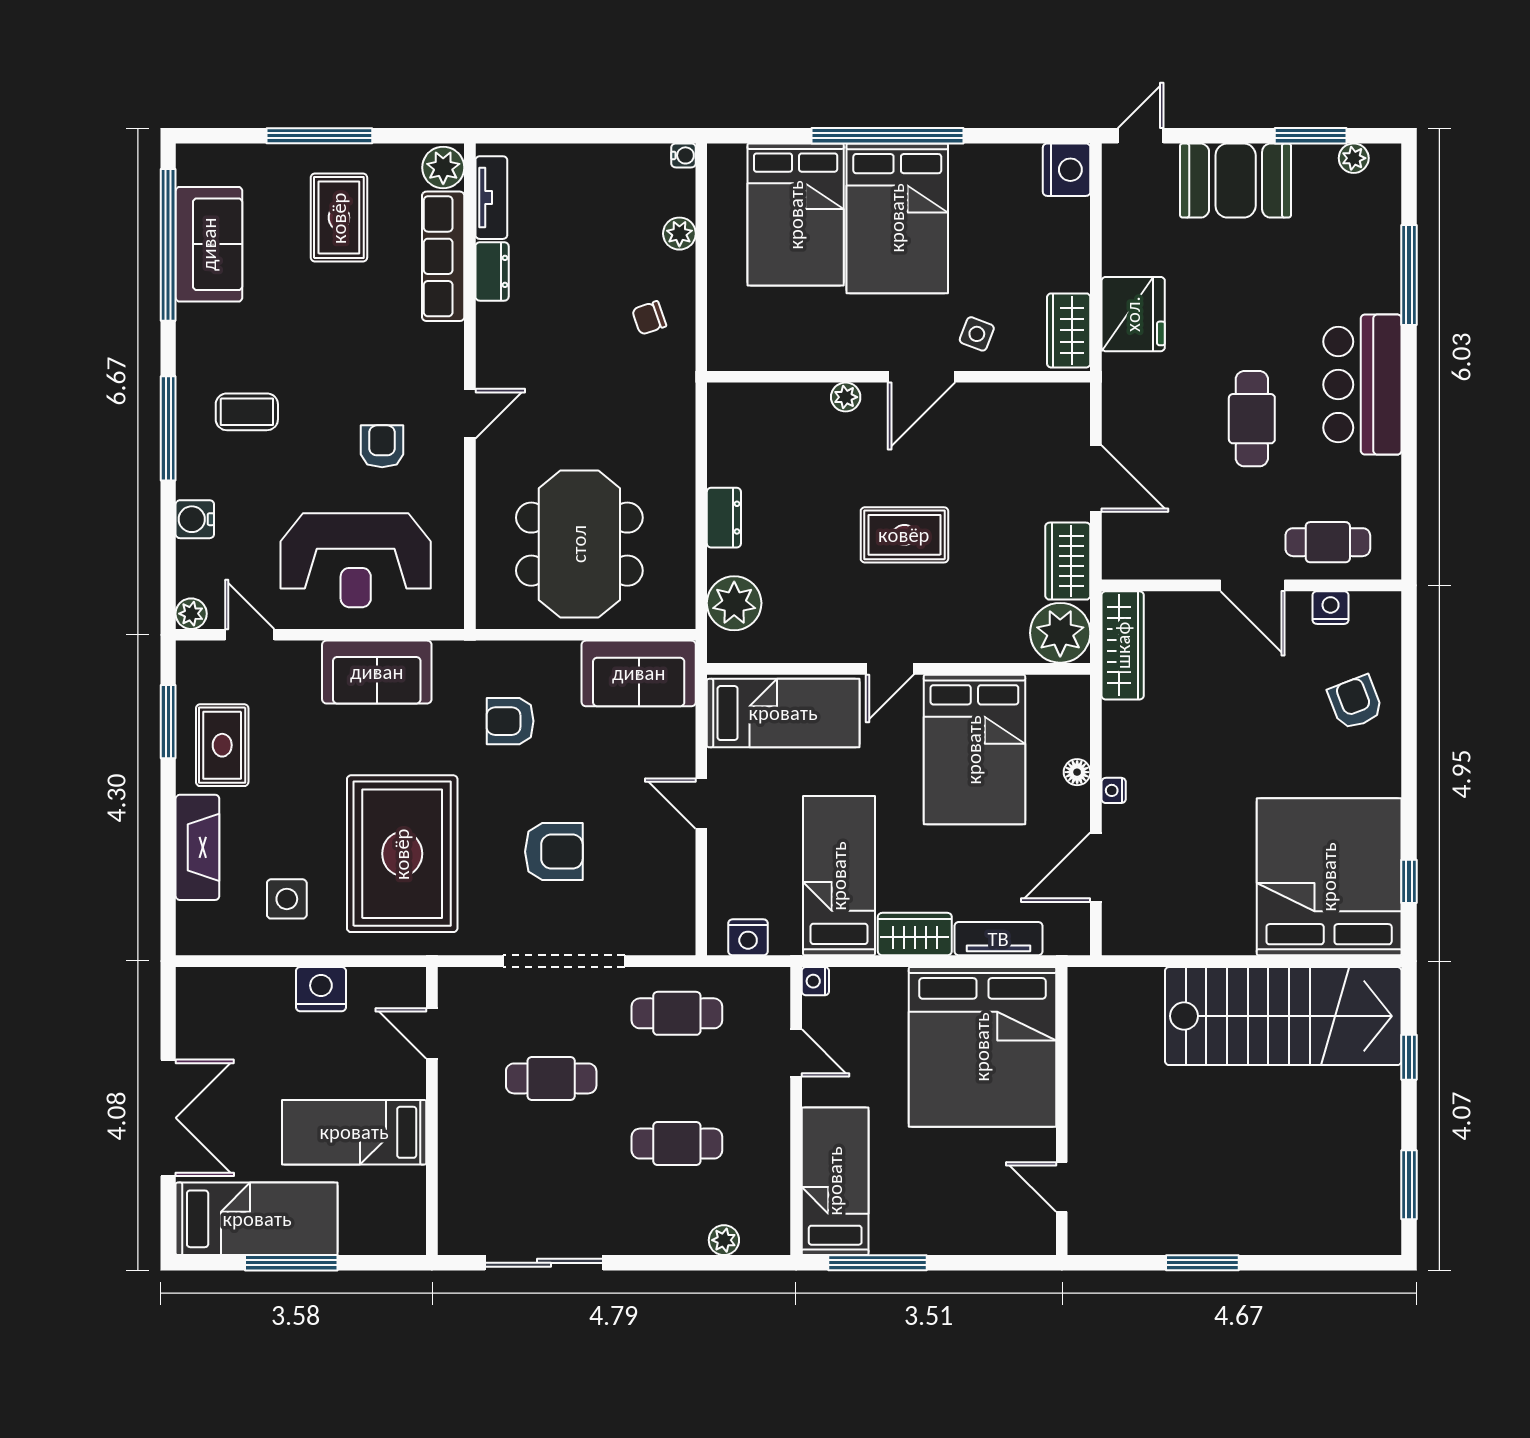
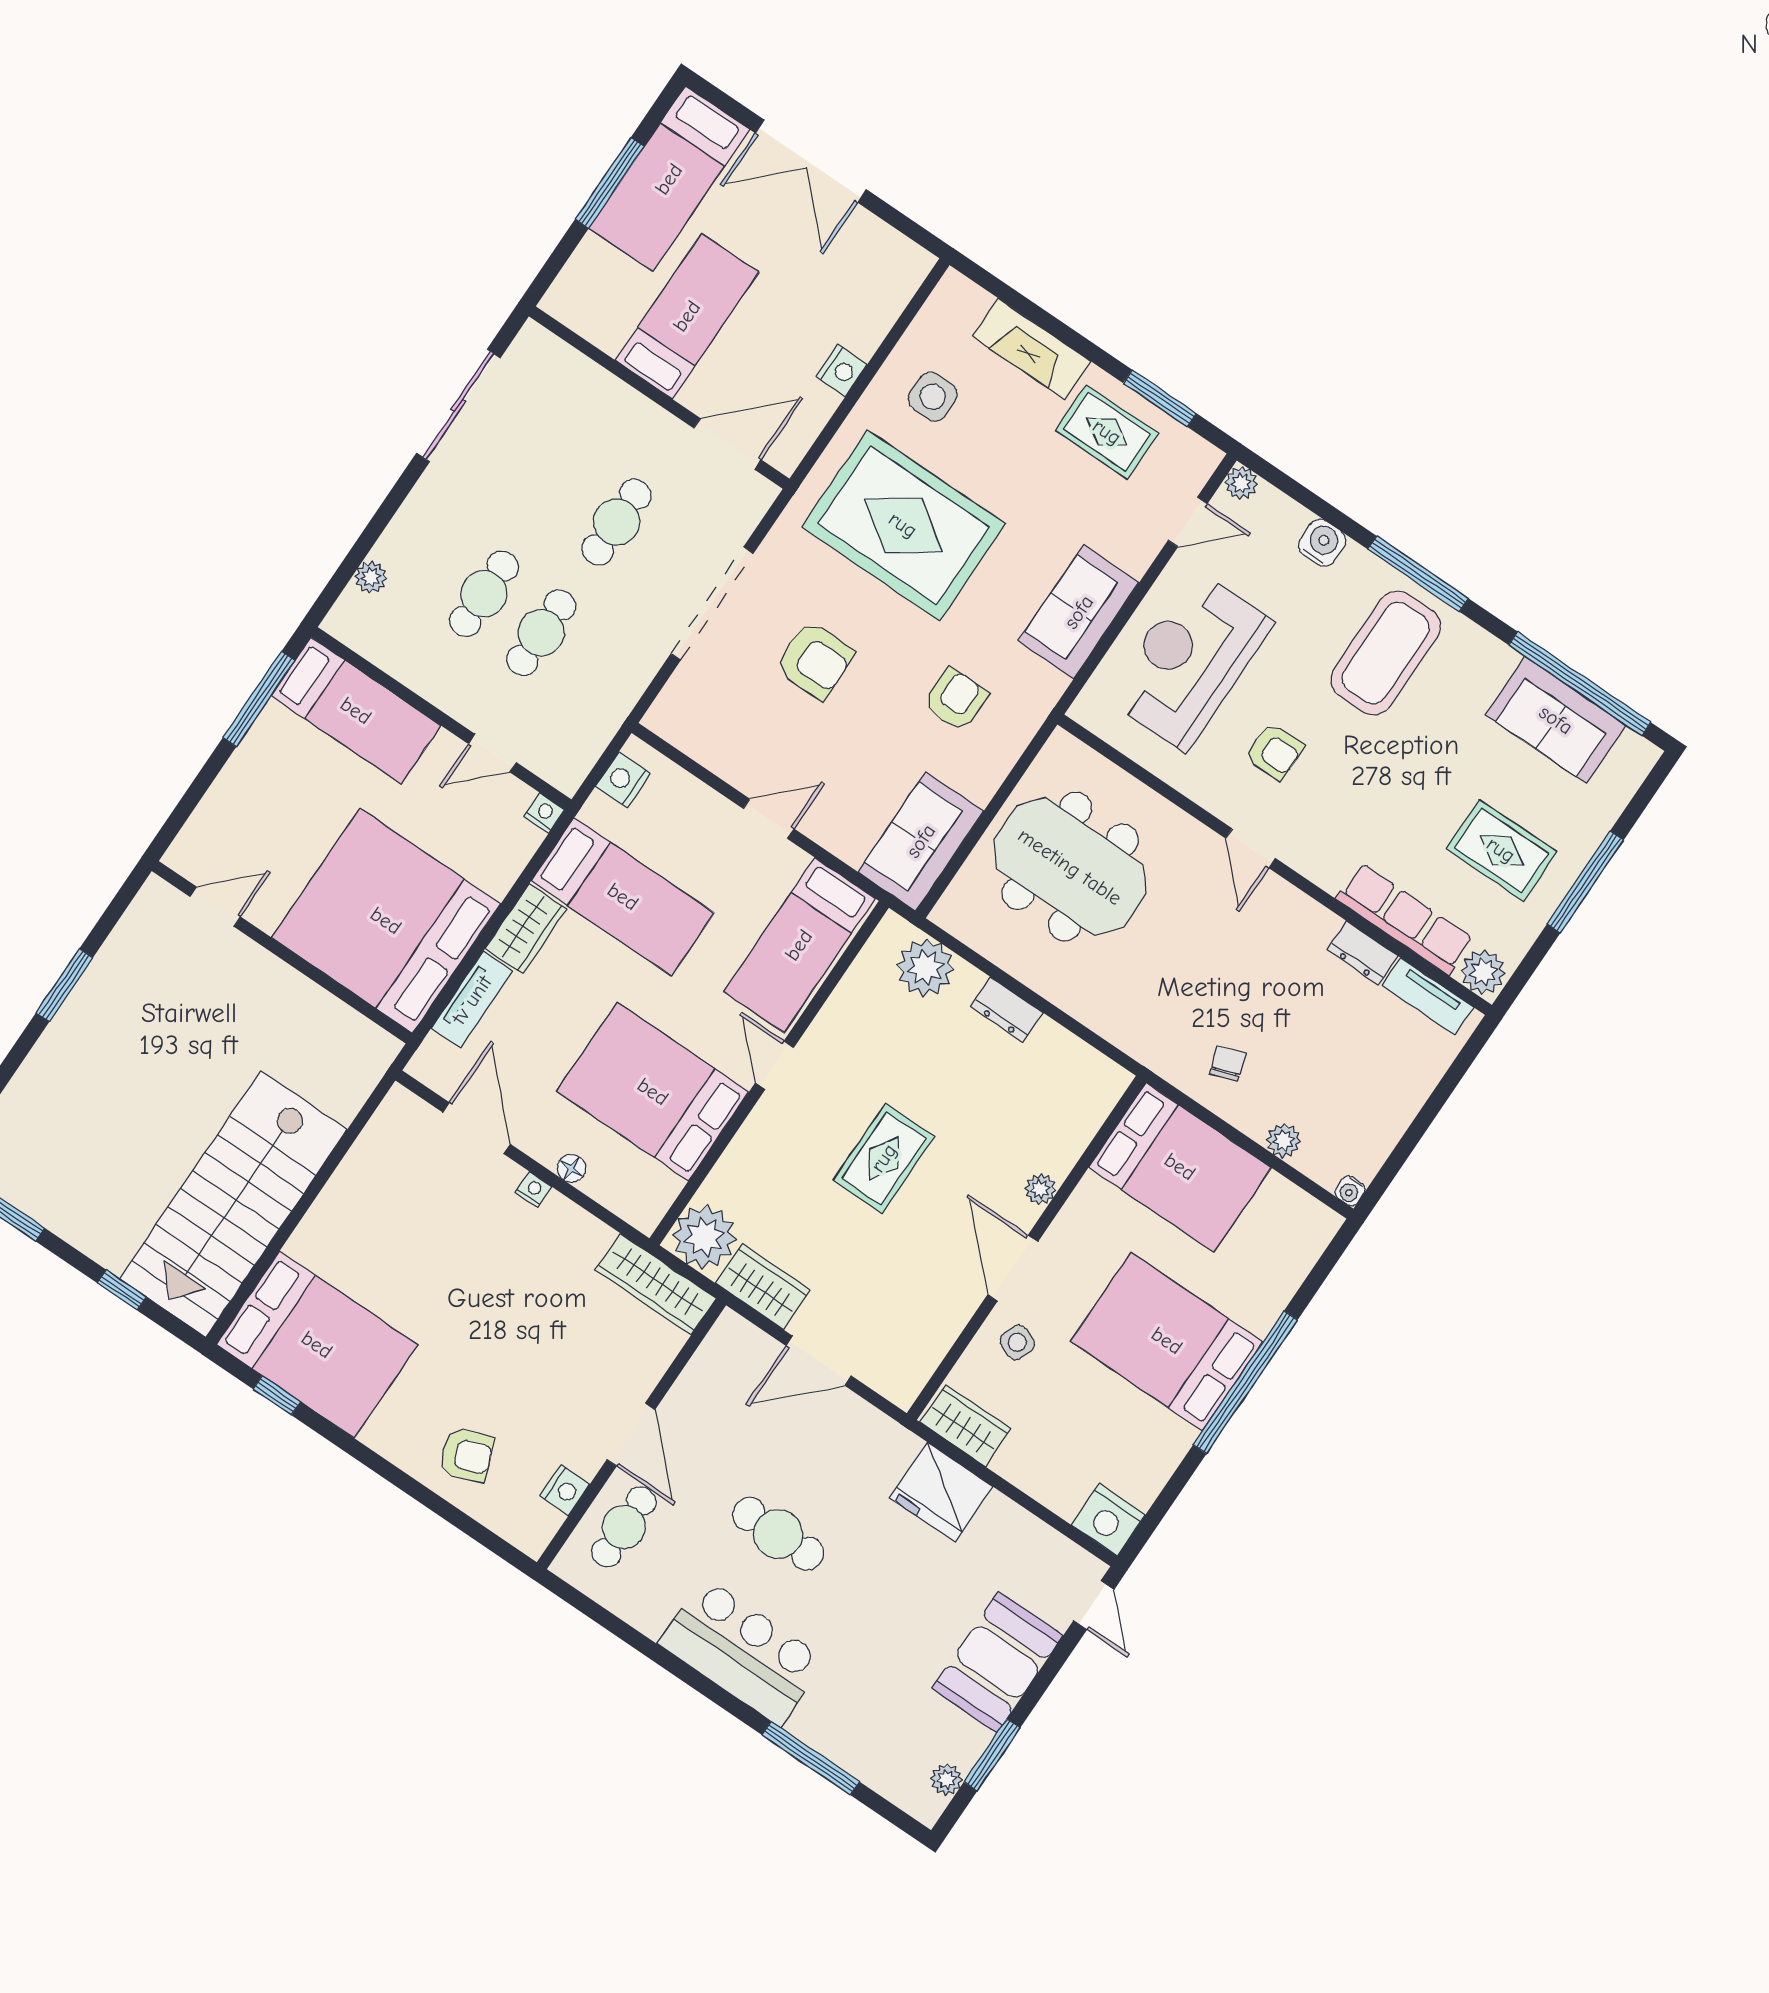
bed: (796, 215) -> (1180, 1167), moved, turned 180
coffee table: (247, 412) -> (1386, 653), width x1.86, depth x1.72
door: (1253, 585) -> (631, 1435), swing flipped
armchair: (554, 852) -> (815, 660), turned -90
bed: (1329, 877) -> (317, 1345), width x0.73
nightstand: (321, 989) -> (842, 370), width x0.74, depth x0.75
cafe table: (677, 1013) -> (541, 633), moved
door: (432, 1033) -> (727, 444), width x1.38

